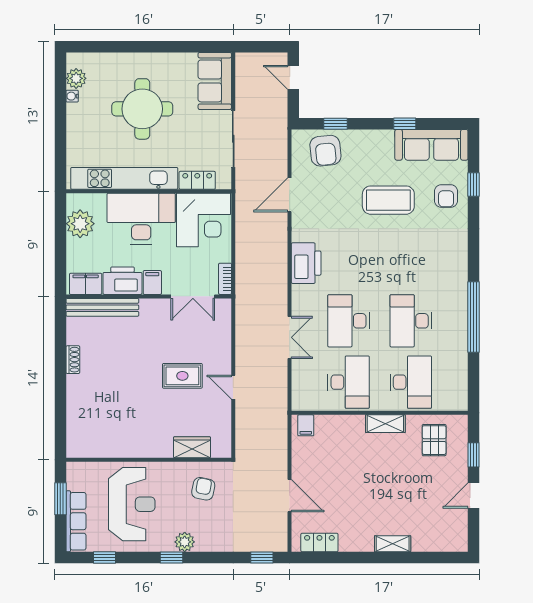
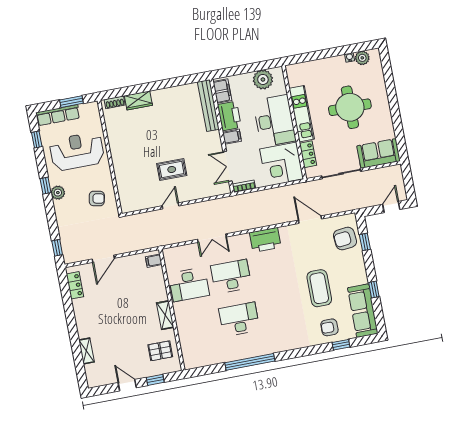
kitchen unit: (124, 178) -> (302, 114), width x0.73
shoe rack: (73, 360) -> (115, 102), moved
rug: (182, 376) -> (172, 169), turned 90
desk: (411, 382) -> (197, 327), removed
wardrobe: (192, 447) -> (138, 101), moved, turned 90
reception desk: (132, 504) -> (77, 151), turned 180
shelving: (393, 544) -> (86, 351), moved

